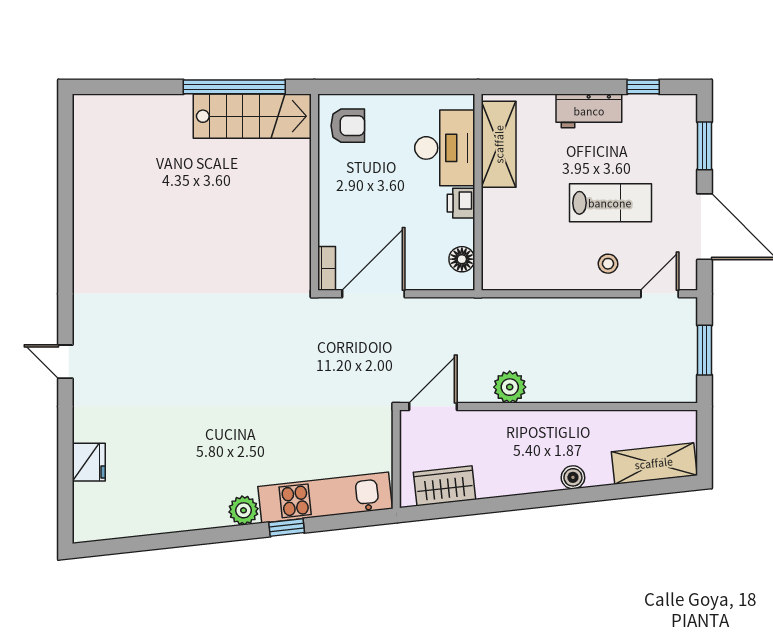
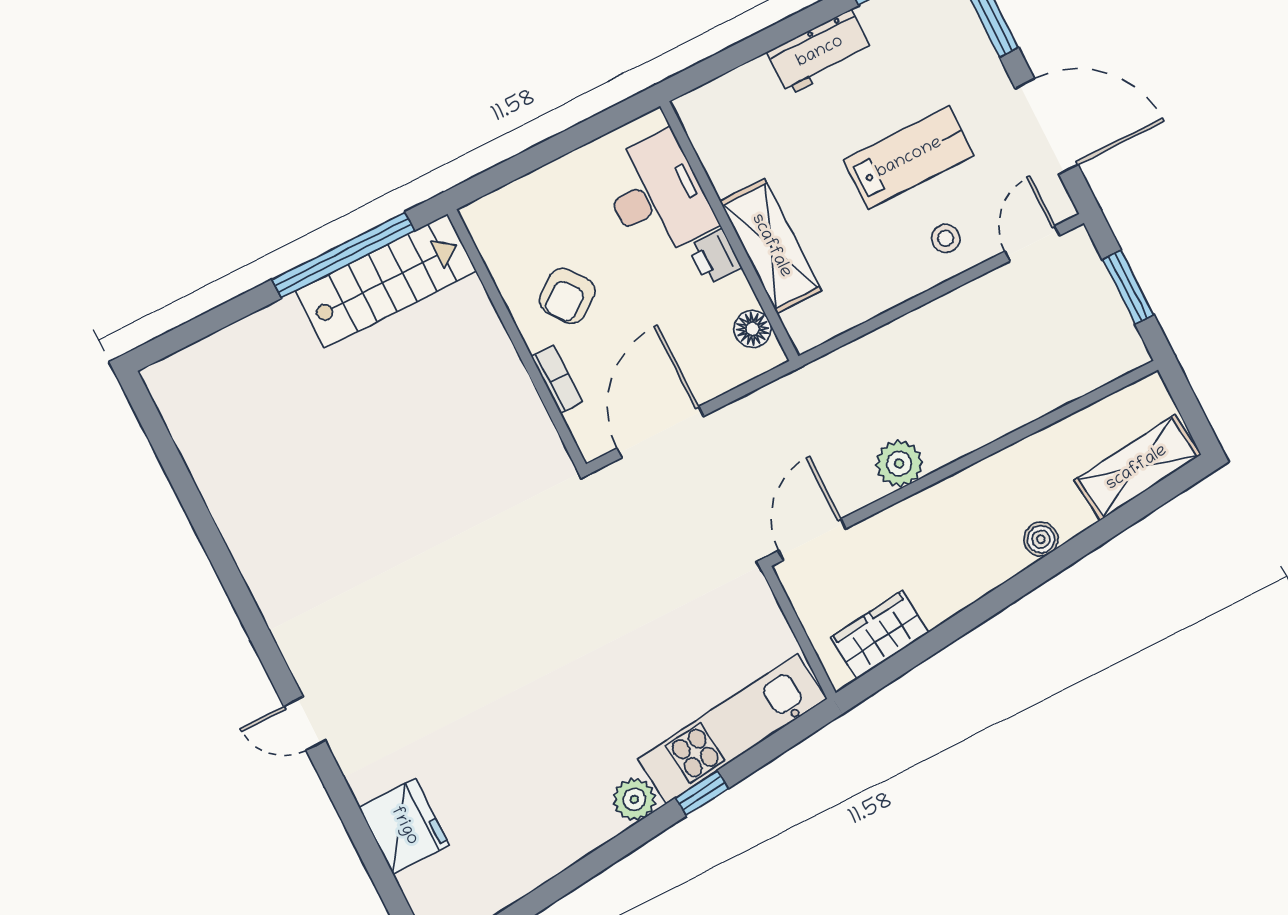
armchair: (348, 126) -> (567, 296), moved, turned 143
shelving: (499, 144) -> (771, 246), moved
bookcase: (327, 268) -> (557, 379), moved
fridge: (89, 462) -> (404, 826), width x1.36, depth x1.34

